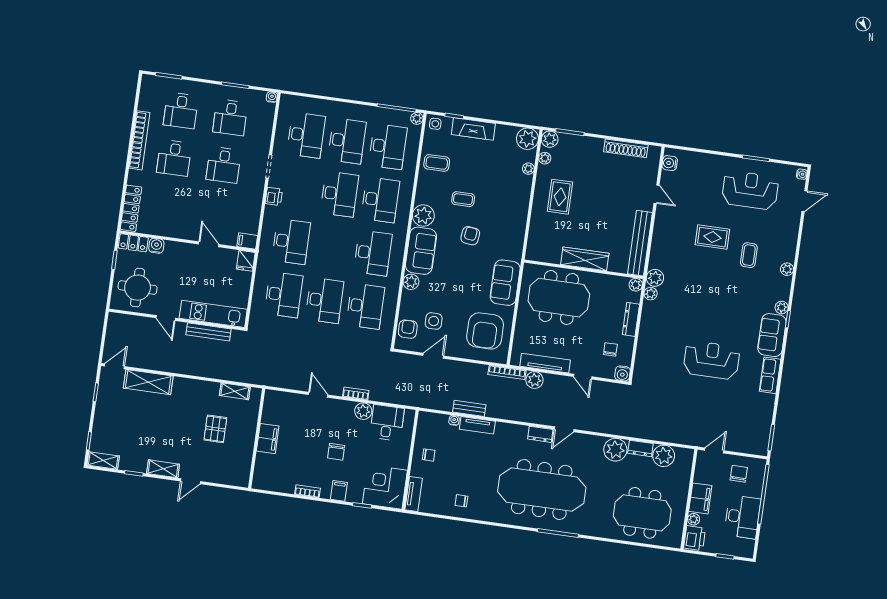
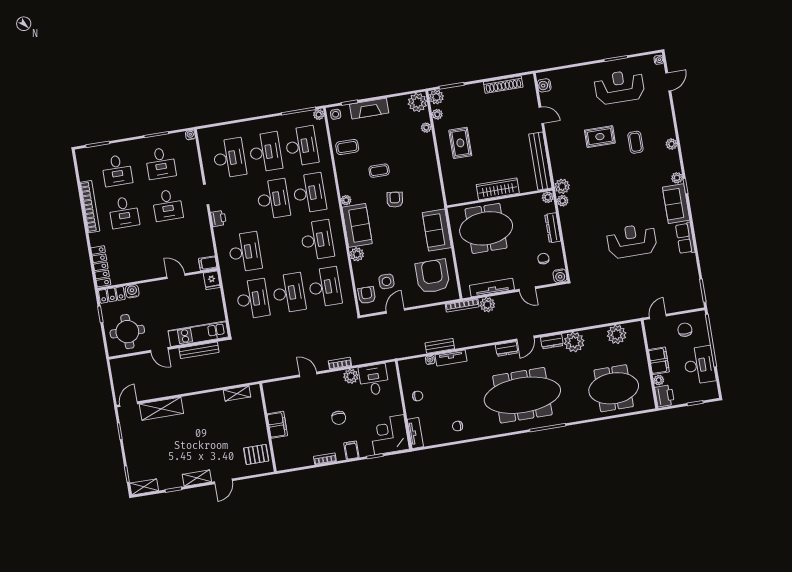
plant: (423, 216) -> (346, 200), width x0.53, depth x0.53
armchair: (485, 331) -> (433, 276), turned 180
pallet: (215, 429) -> (256, 454), moved, turned 90
dresser: (640, 448) -> (552, 341), moved

